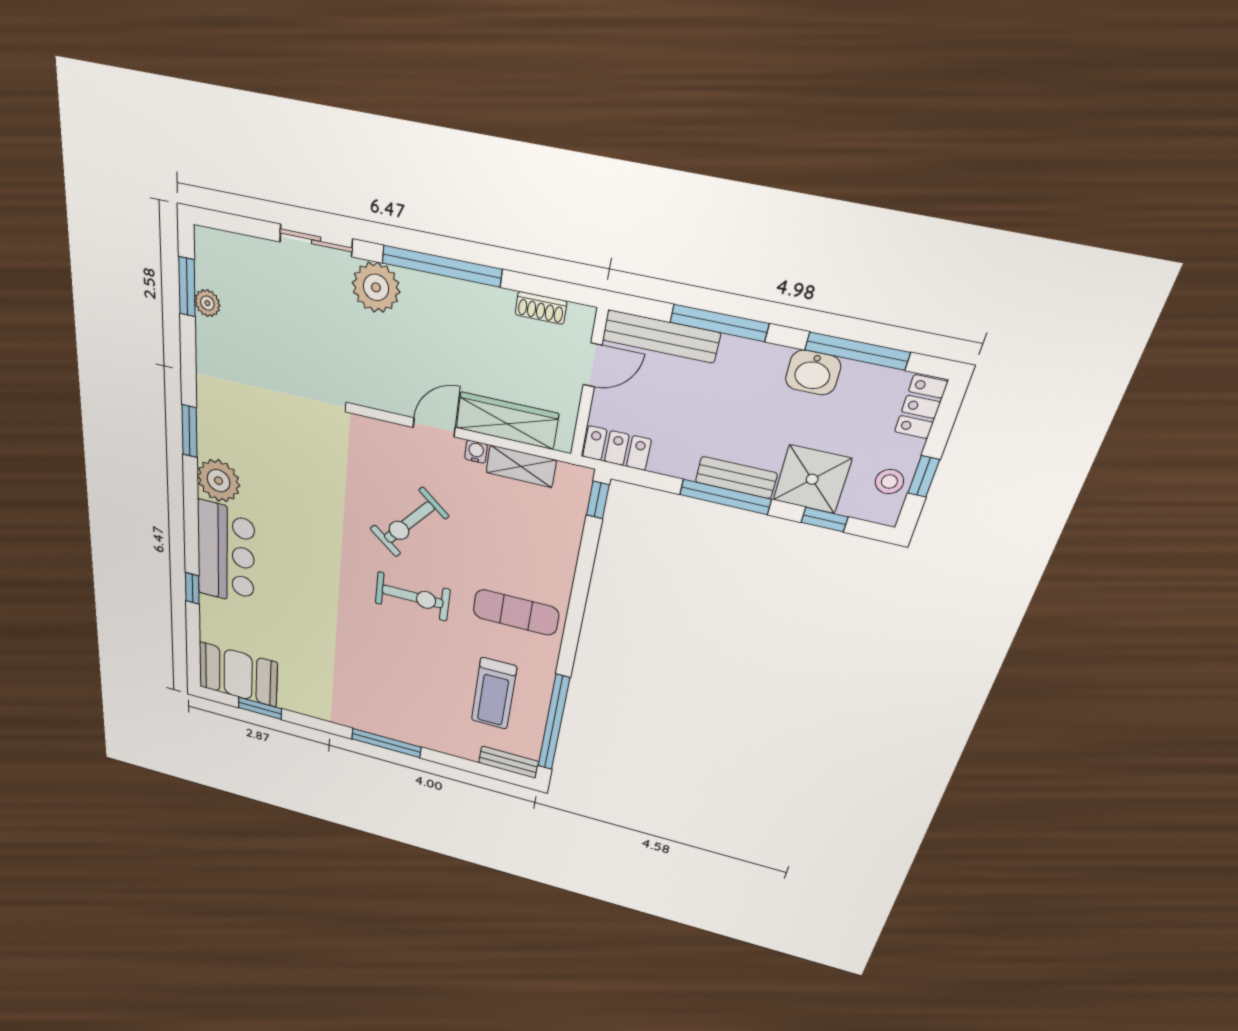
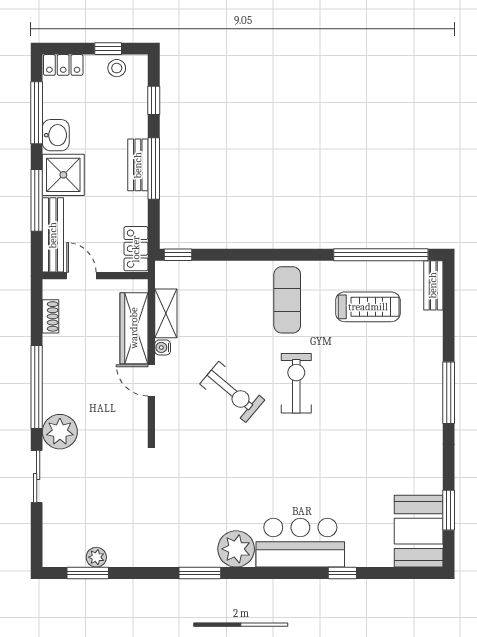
shower: (812, 479) -> (63, 175), moved

